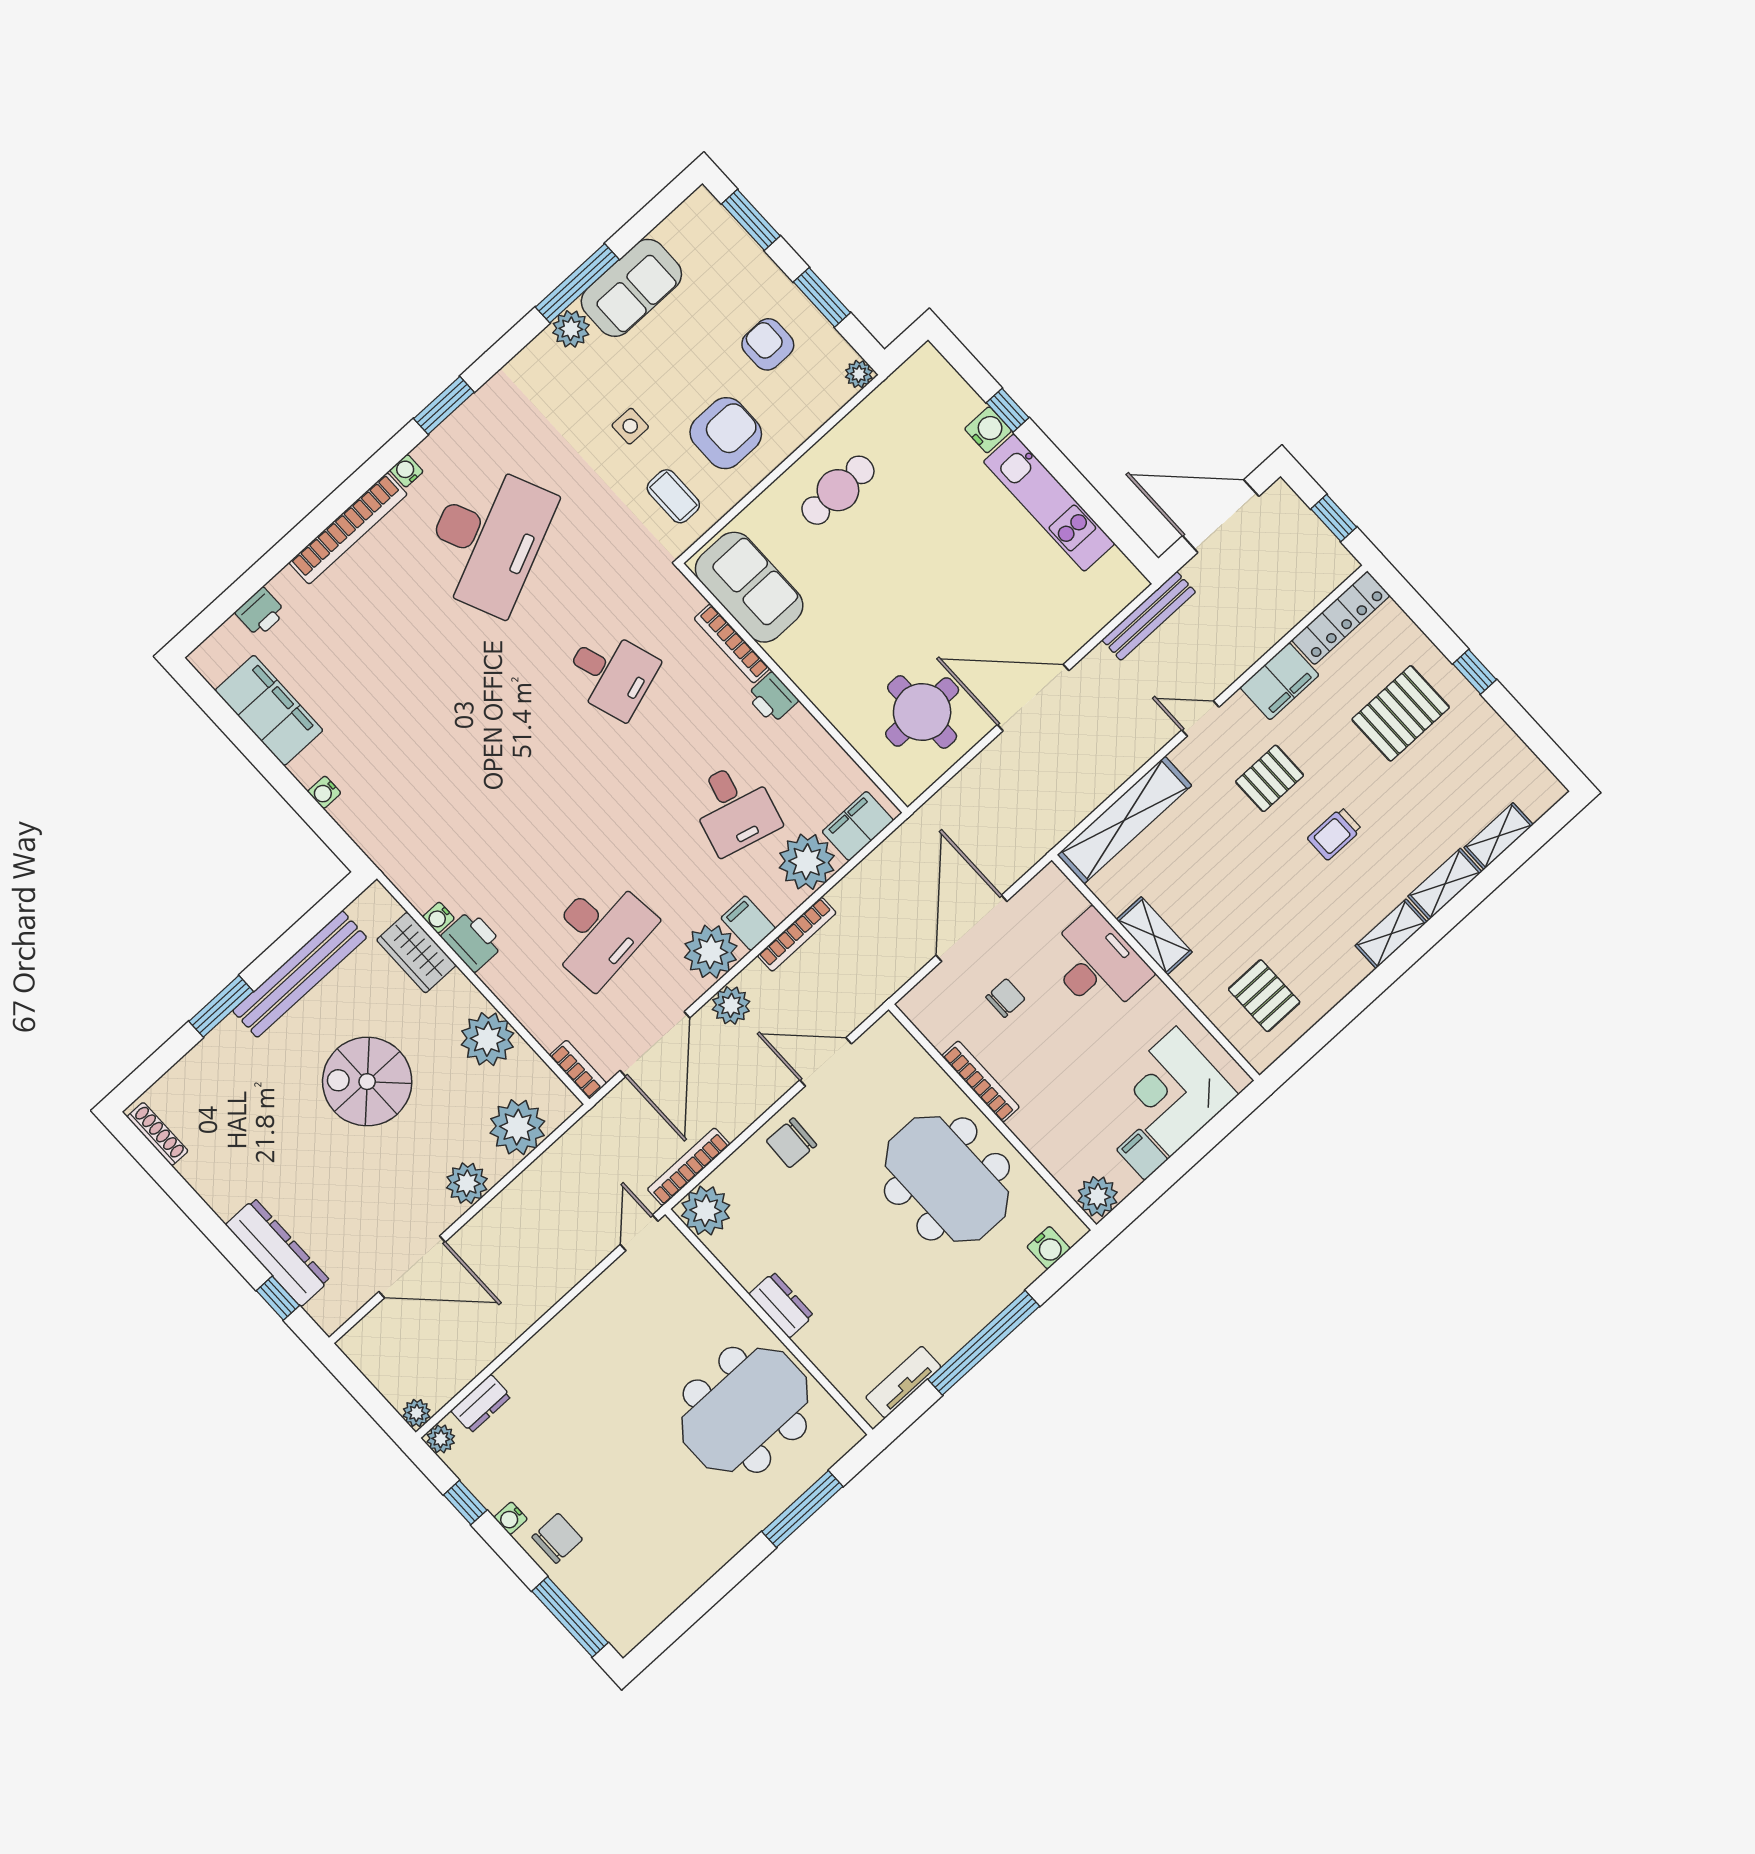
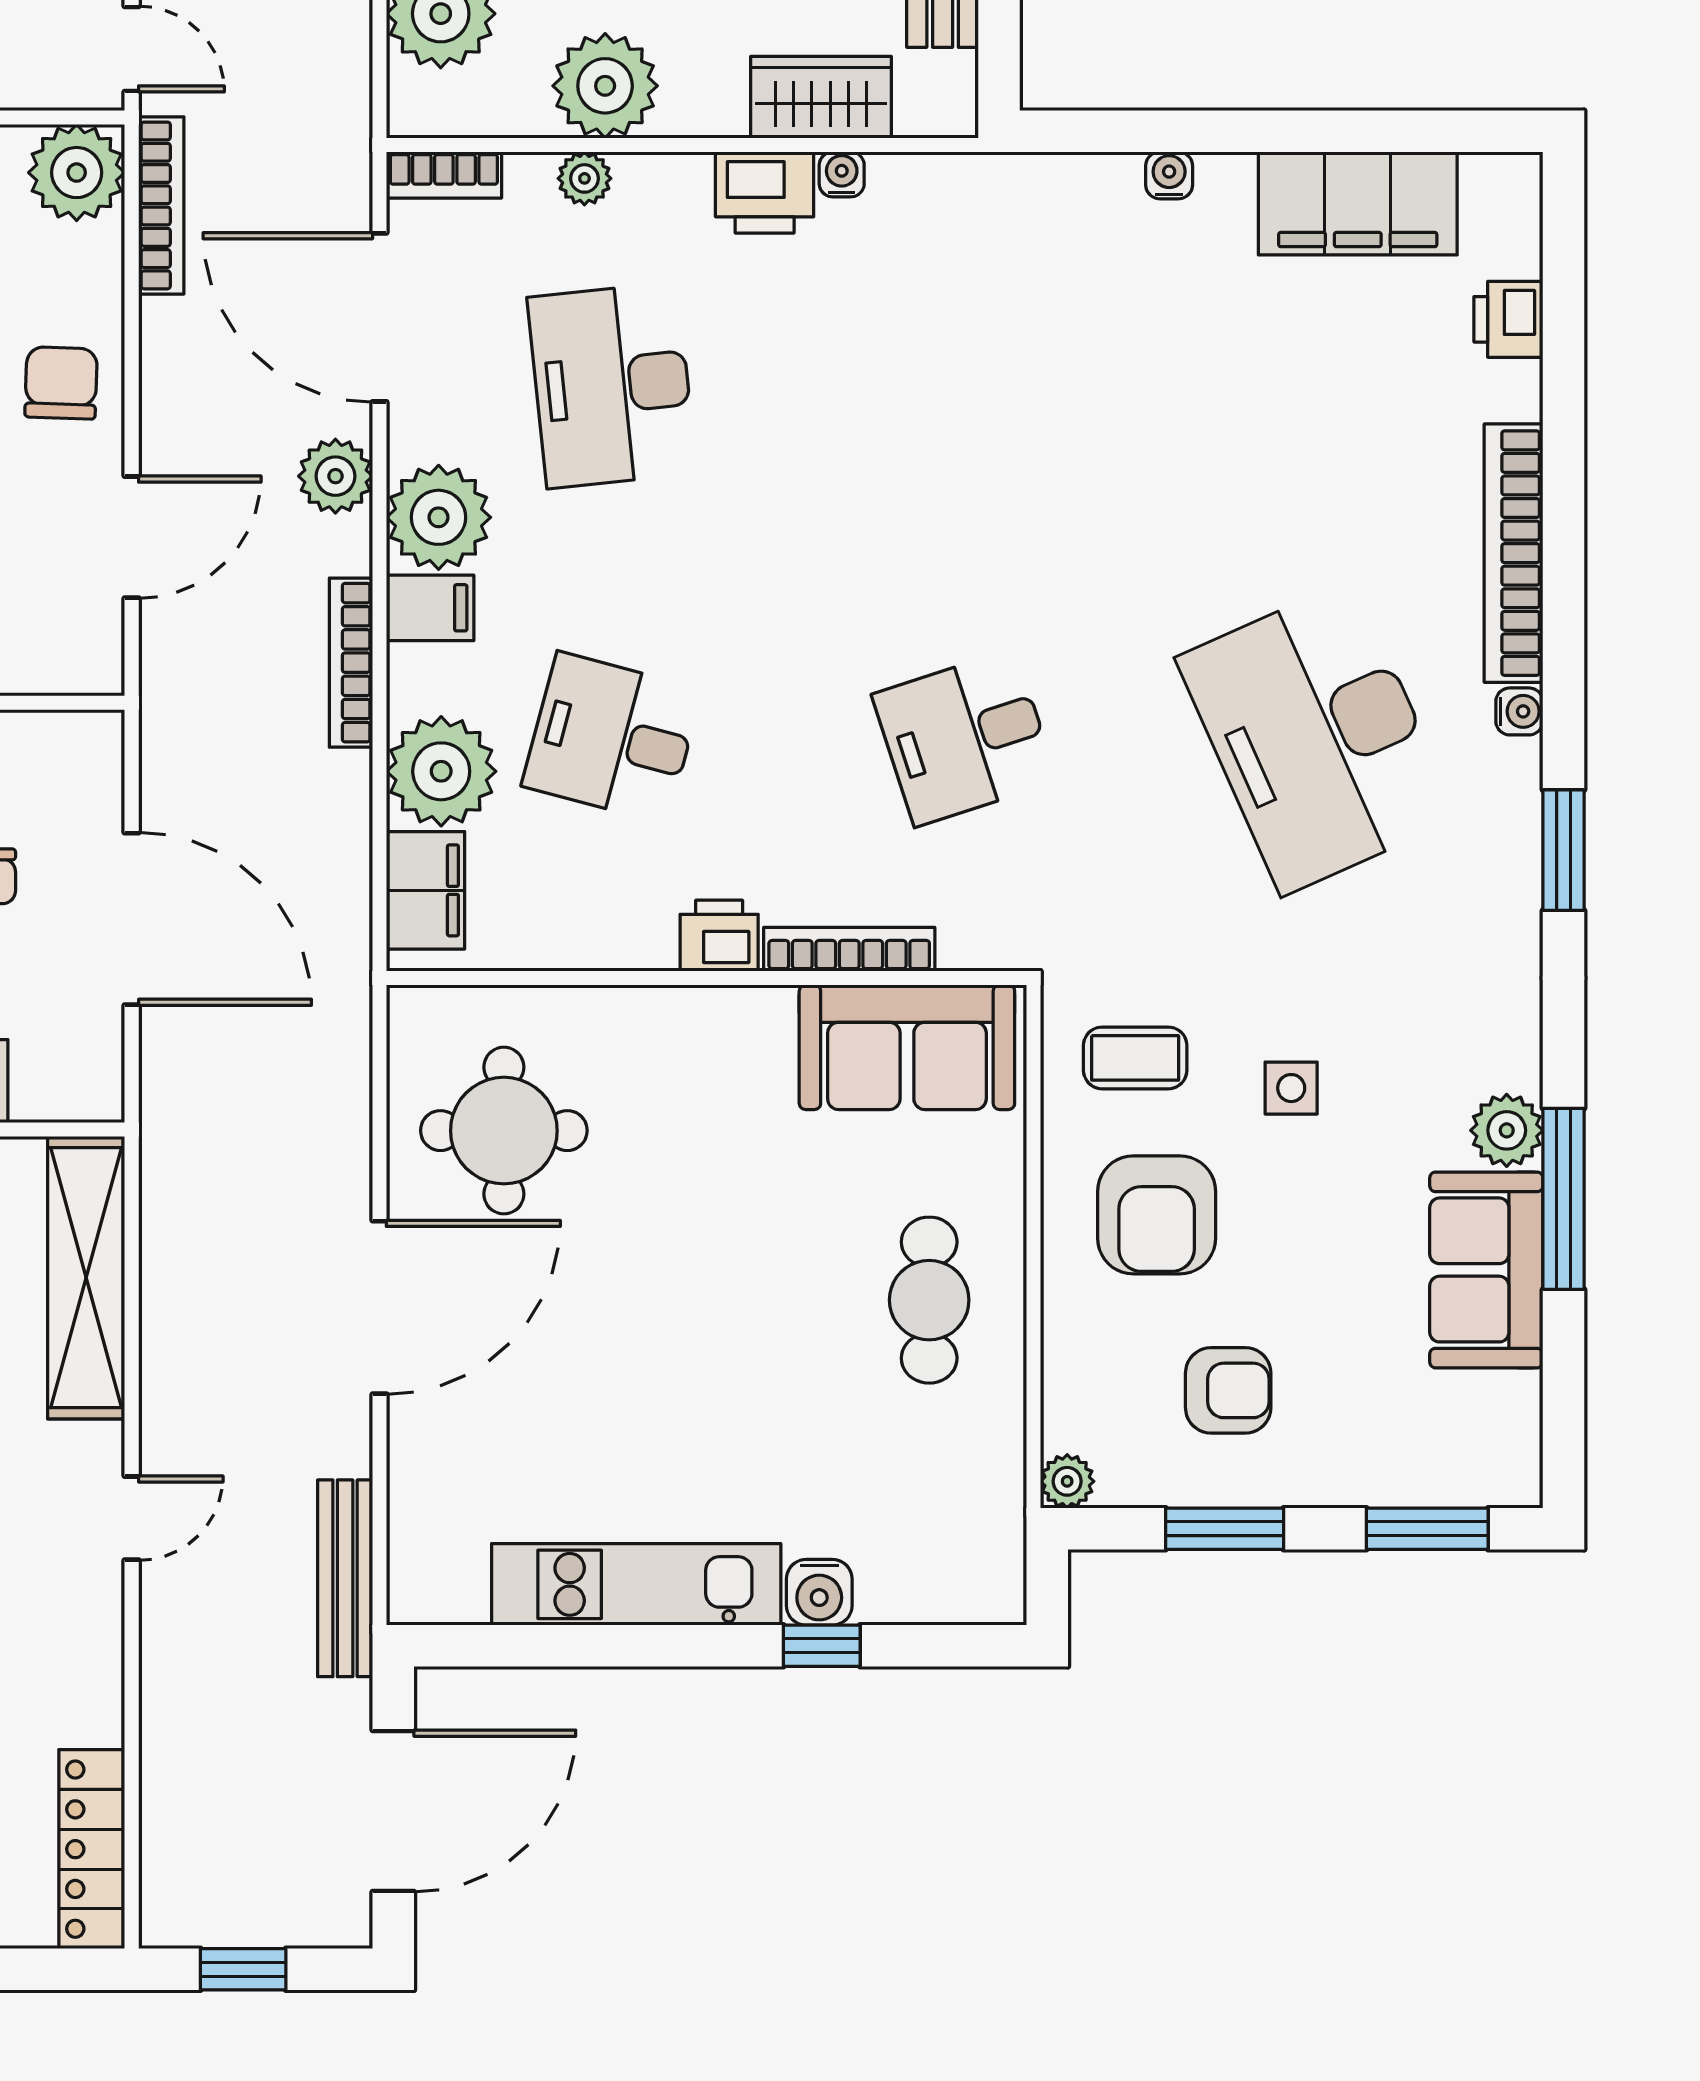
filing cabinet: (1279, 681) -> (81, 1679), removed
plant: (530, 1015) -> (584, 178), added

